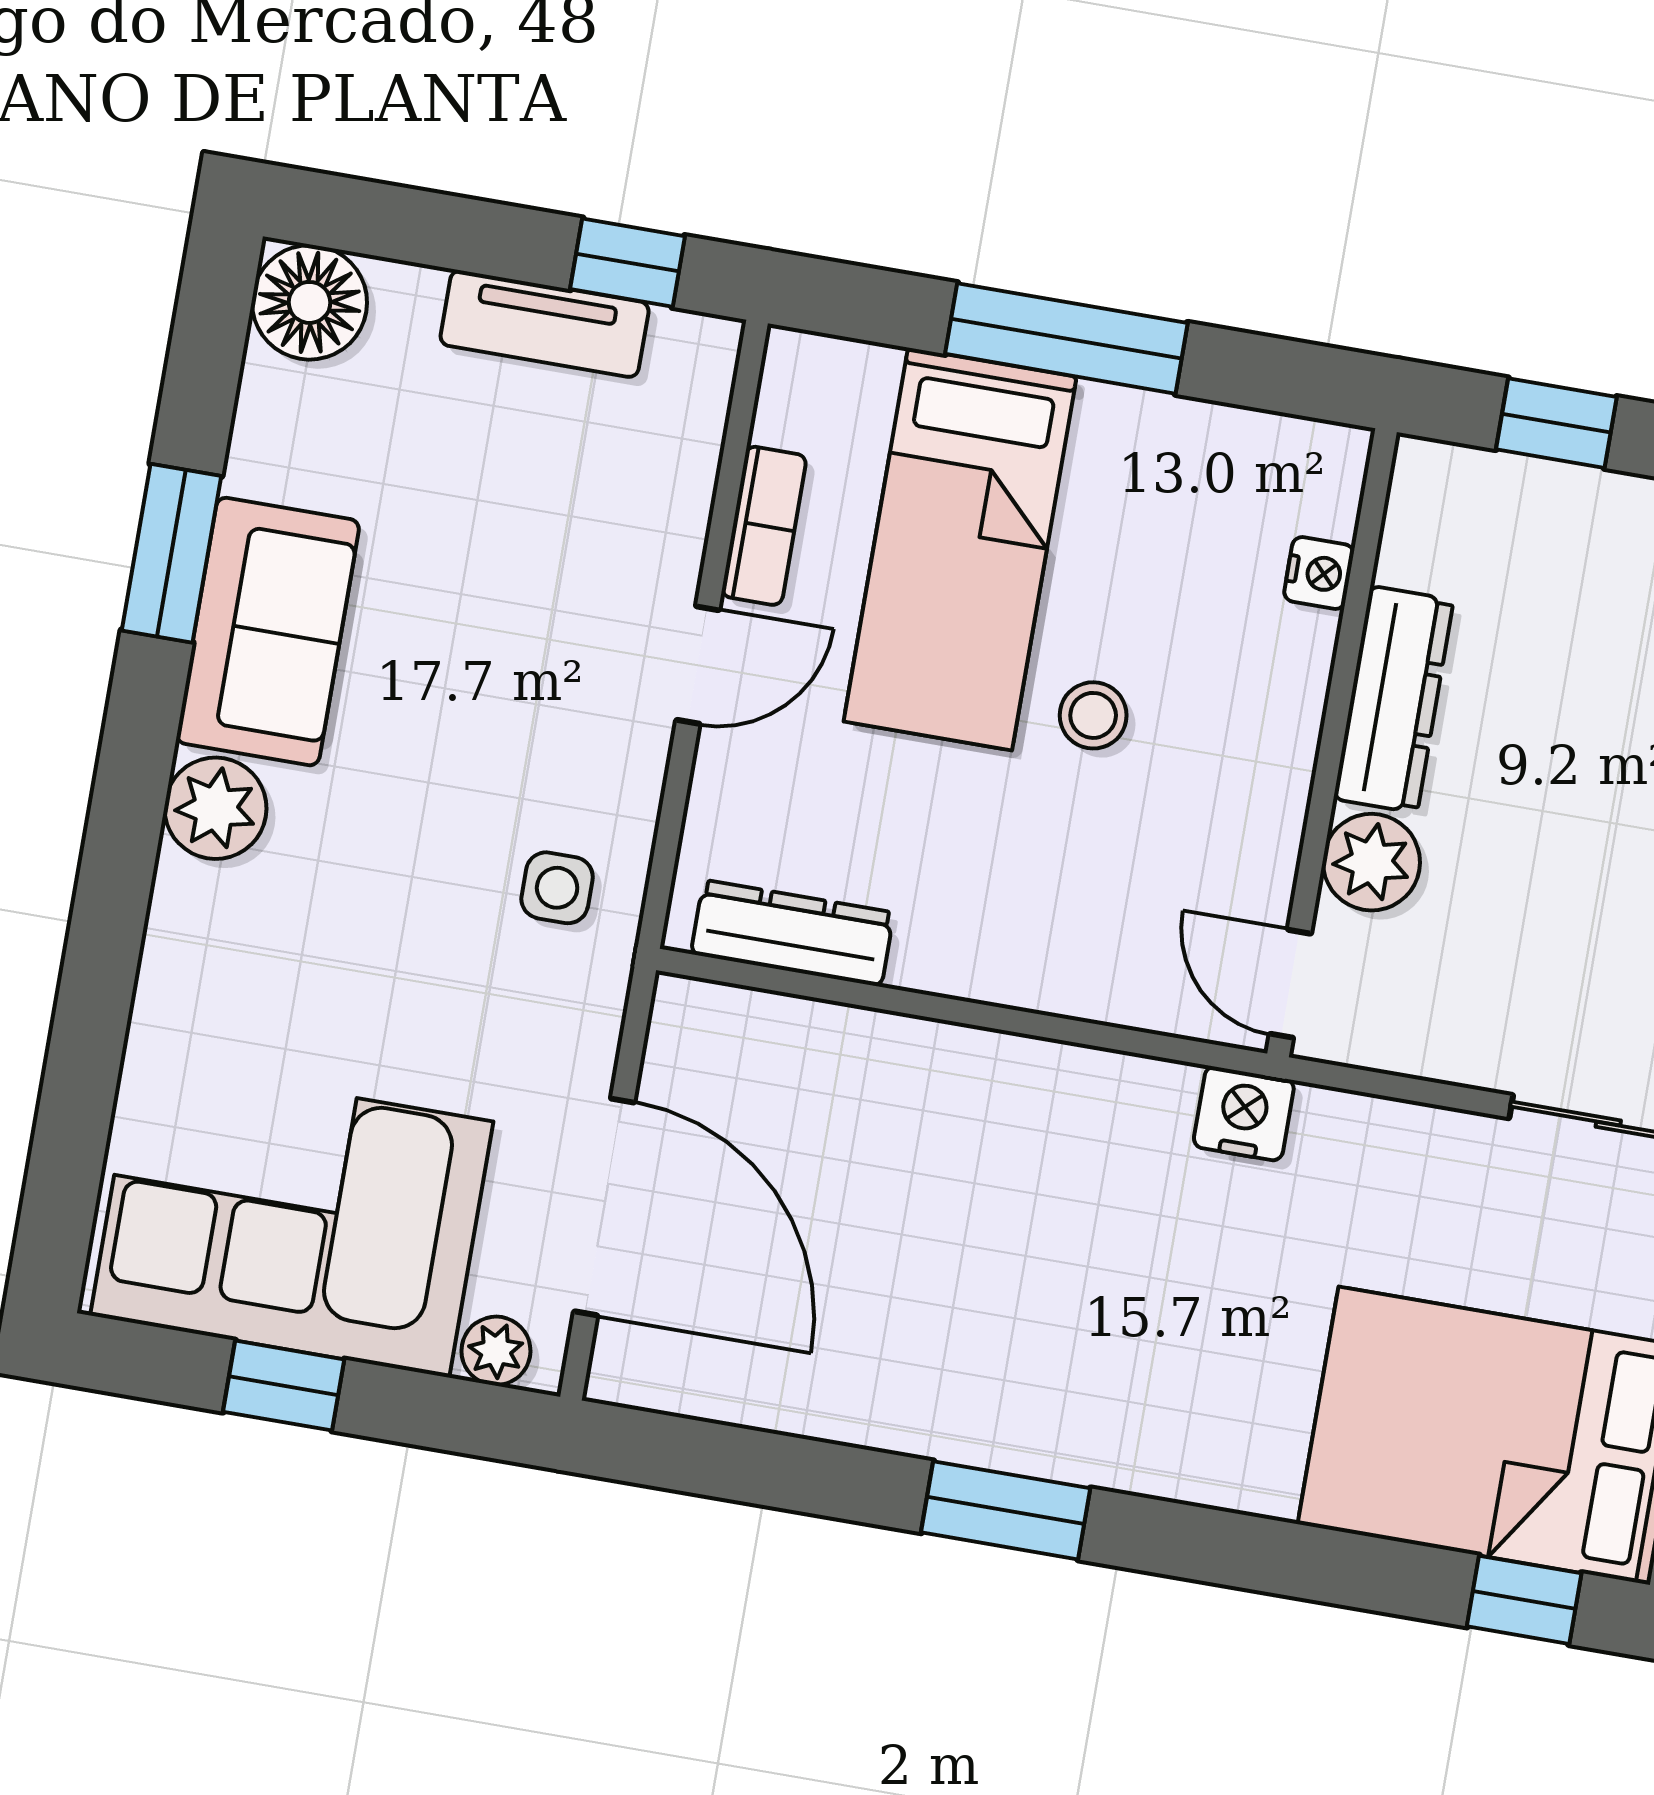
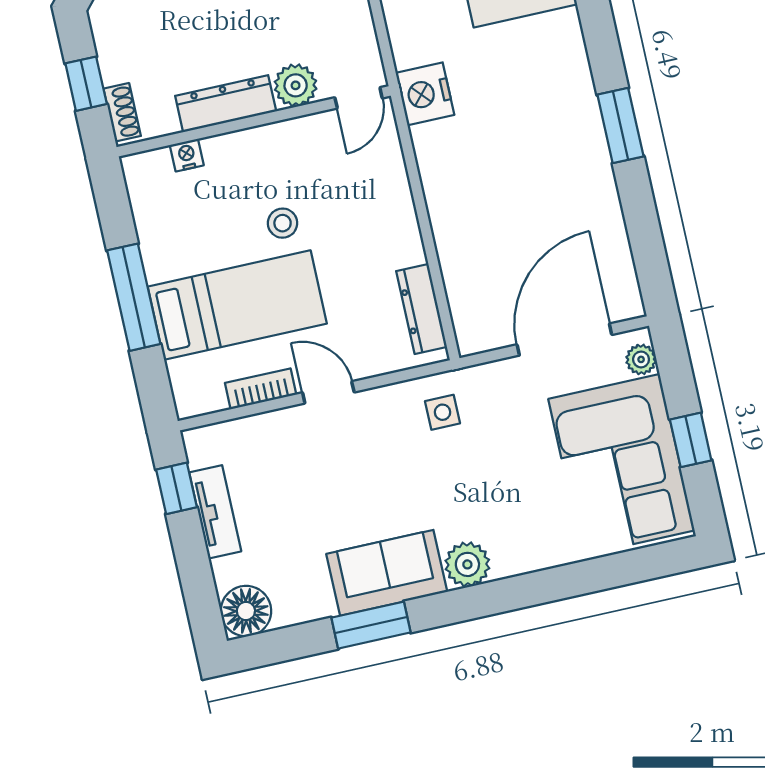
shoe rack: (1465, 474) -> (122, 112), added
nightstand: (1244, 1114) -> (425, 94), width x1.36, depth x1.33

